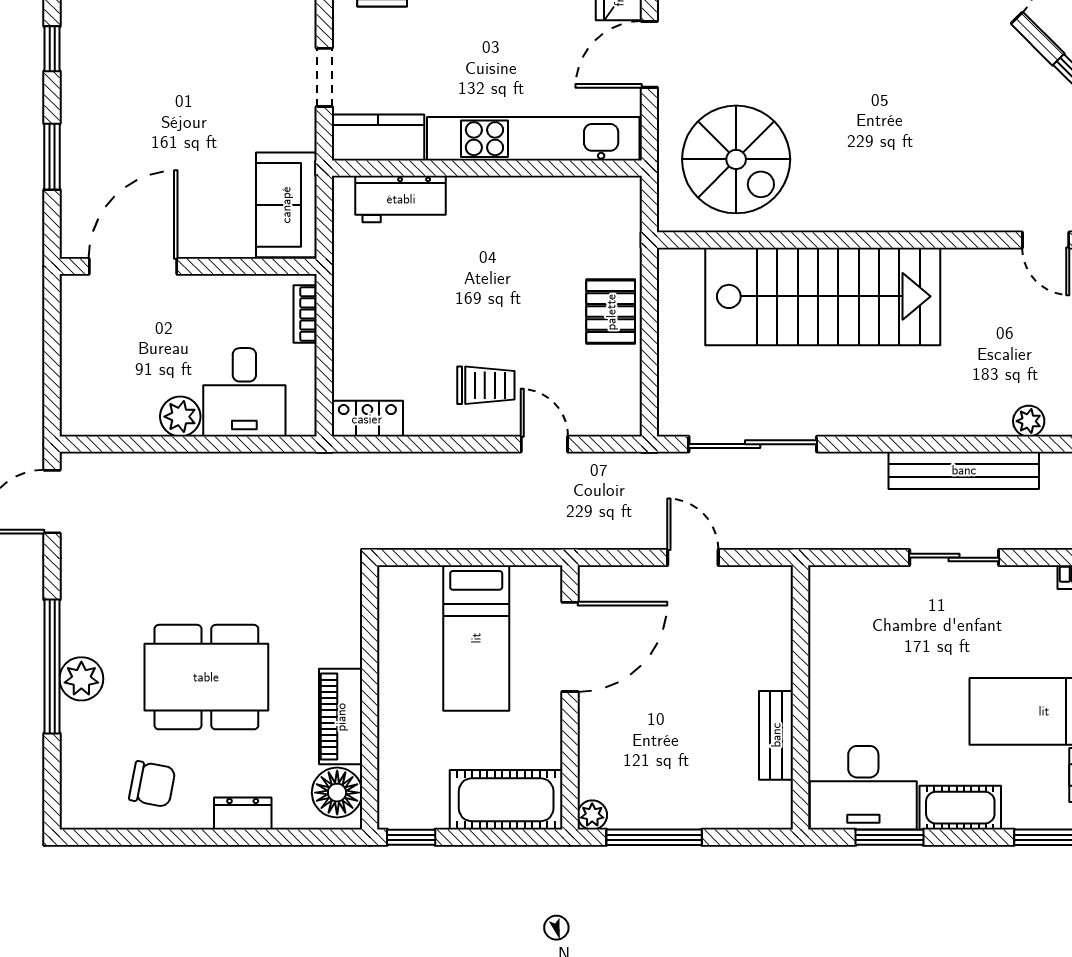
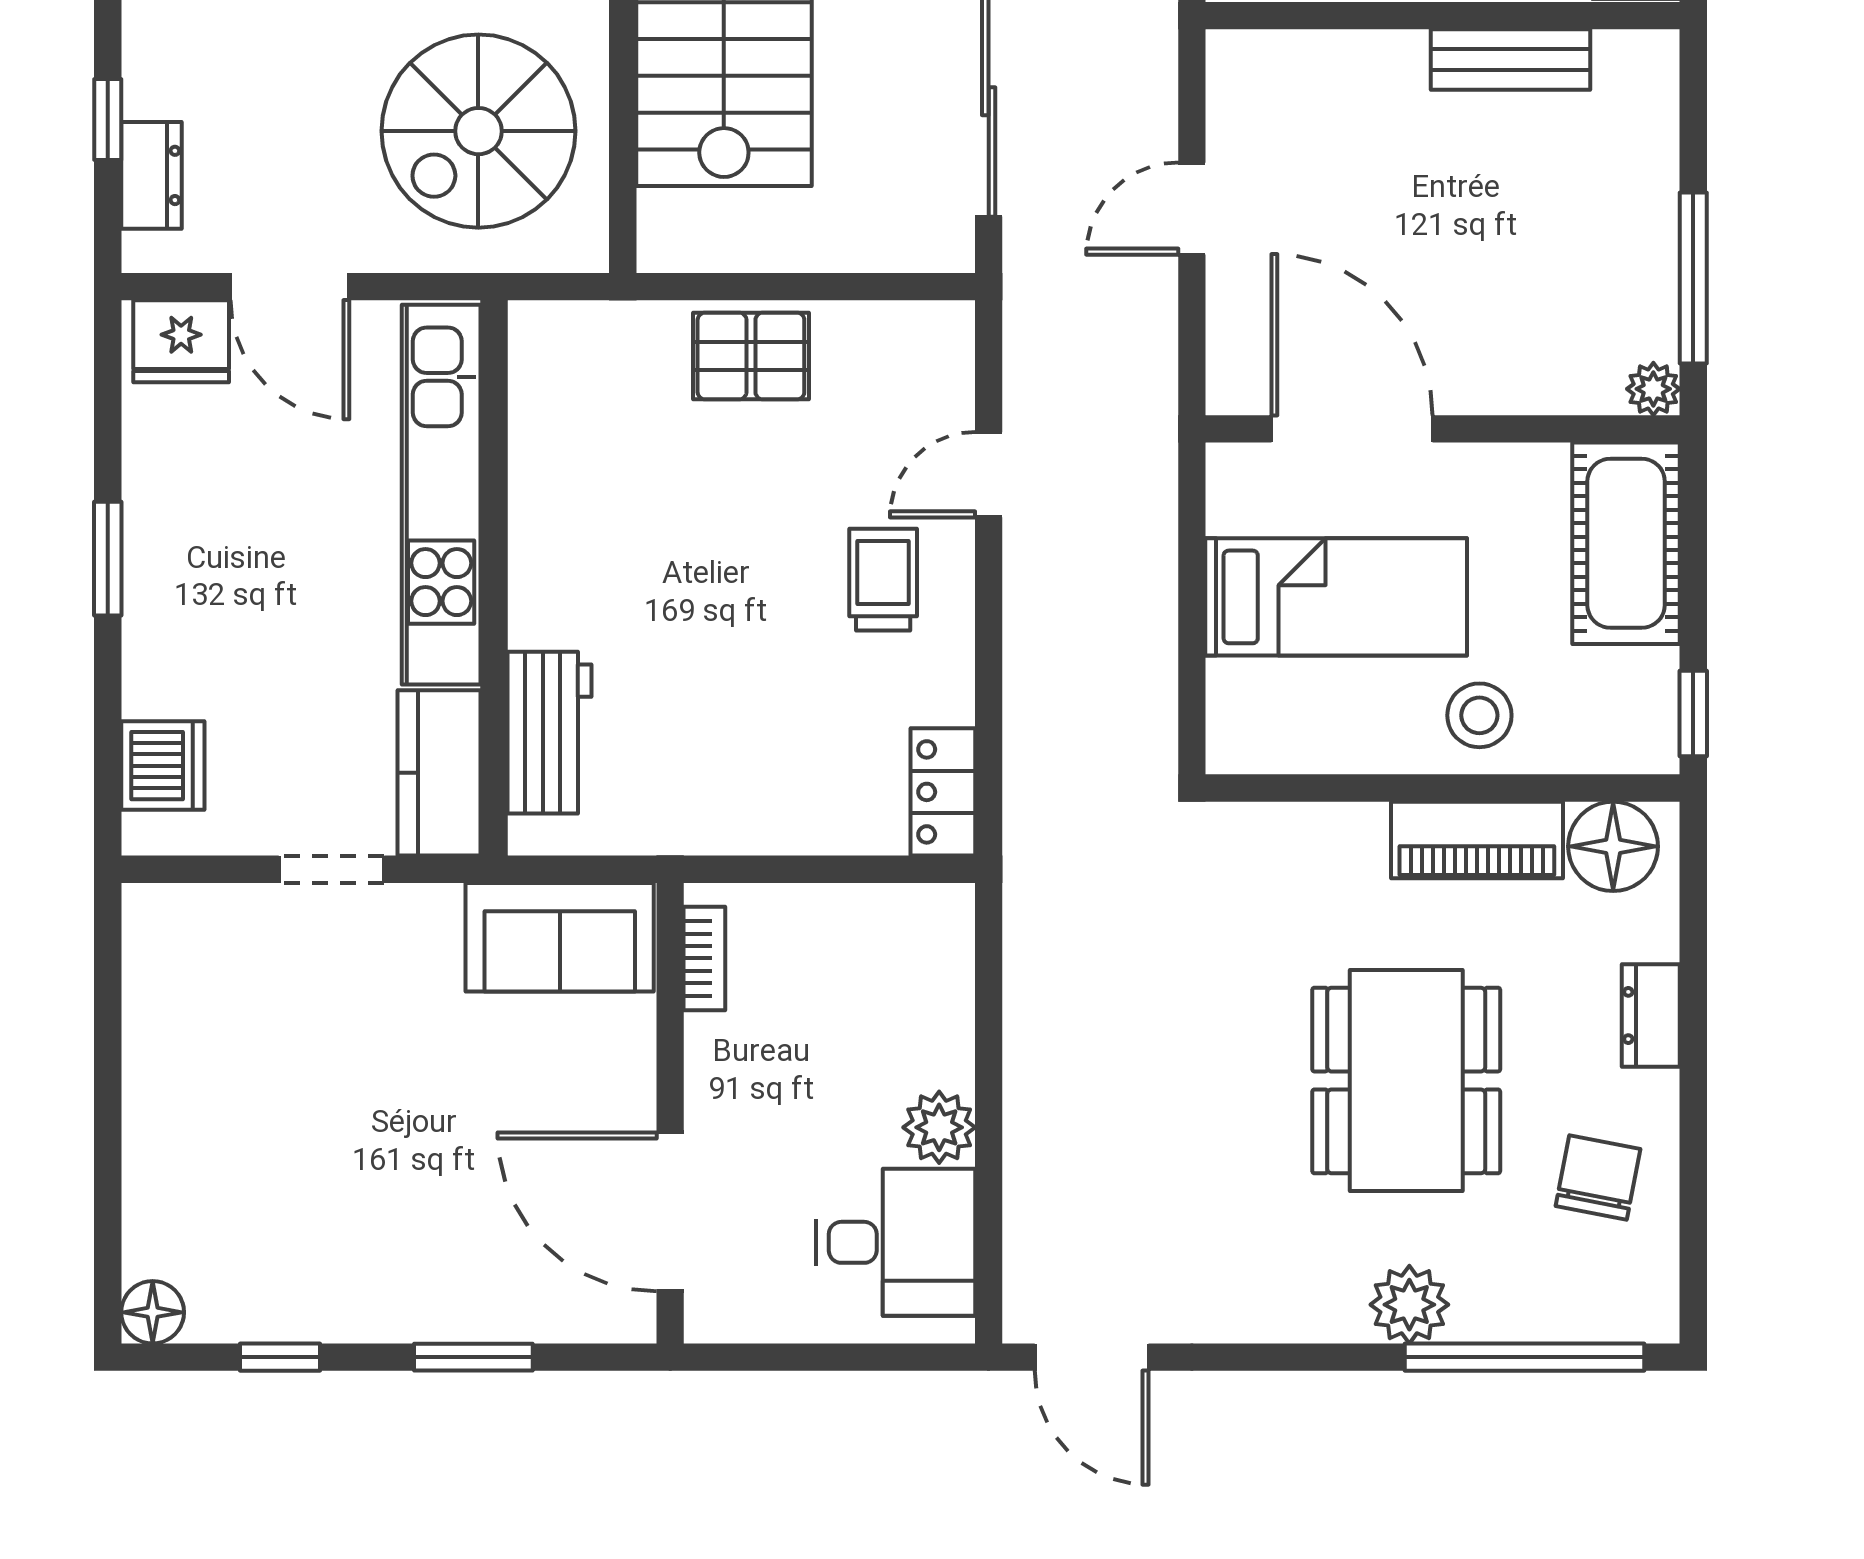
spiral stairs: (736, 159) -> (478, 131), turned 180
bookcase: (305, 314) -> (704, 958), moved, turned -90
desk: (244, 392) -> (896, 1242), moved
window: (52, 667) -> (1524, 1357), moved
stool: (410, 718) -> (1479, 715), added

